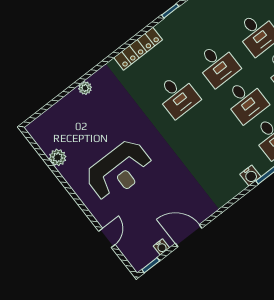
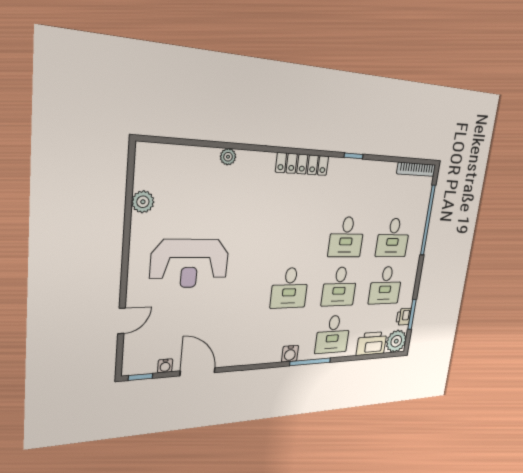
desk: (177, 96) -> (290, 288), moved

